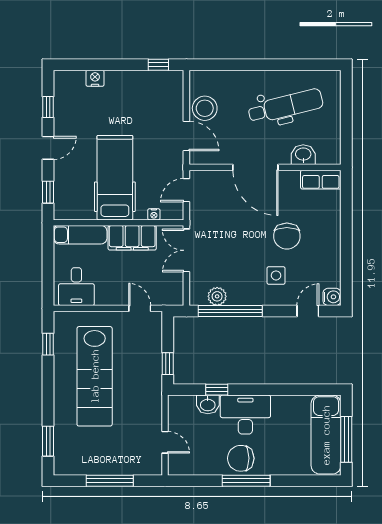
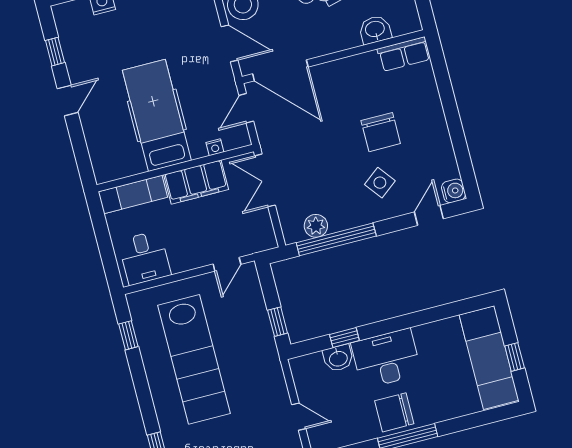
door: (255, 167) -> (280, 70), moved
window: (48, 192) -> (81, 153), removed
side table: (276, 275) -> (380, 183), turned -38
door: (140, 308) -> (227, 264), swing flipped
window: (346, 439) -> (515, 357), width x0.46

